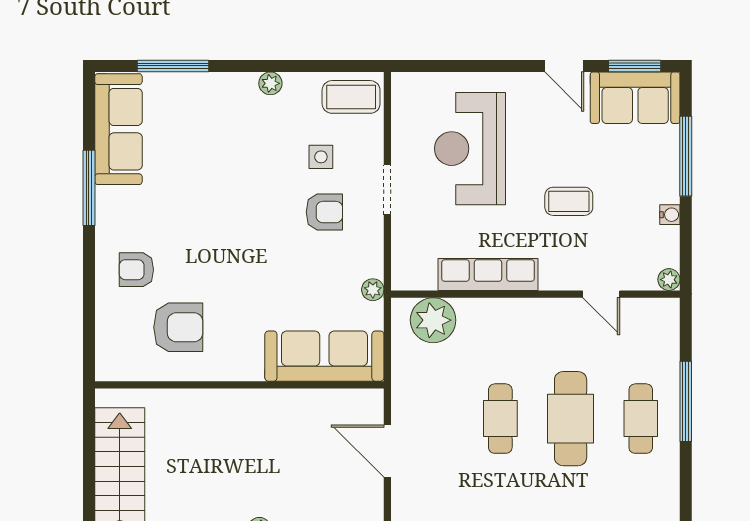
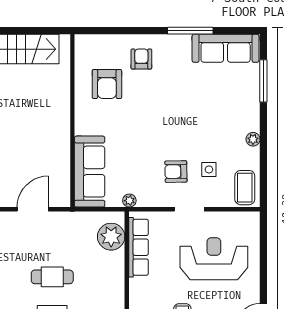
armchair: (324, 212) -> (176, 172), turned 89
row of seats: (488, 274) -> (139, 247), moved

